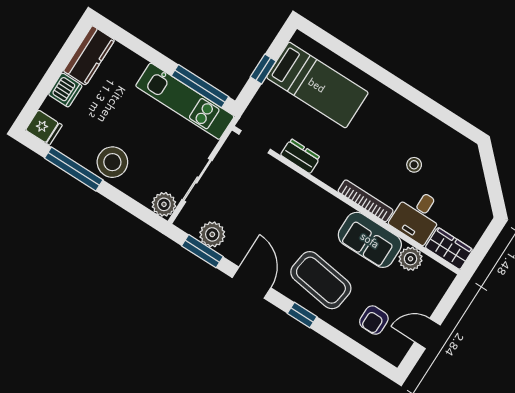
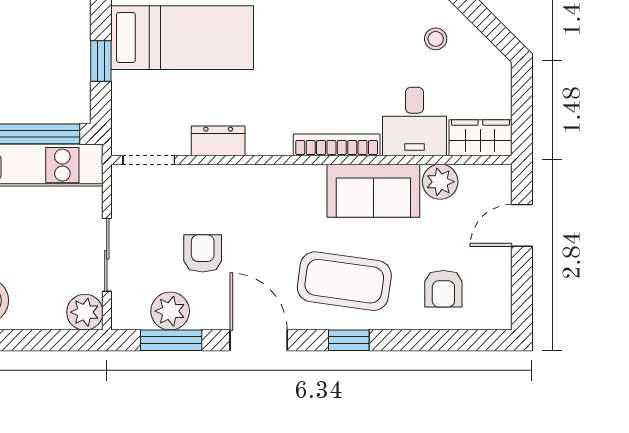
stool: (414, 165) -> (436, 39), moved
armchair: (251, 214) -> (203, 253), added
door: (427, 333) -> (522, 225), moved

